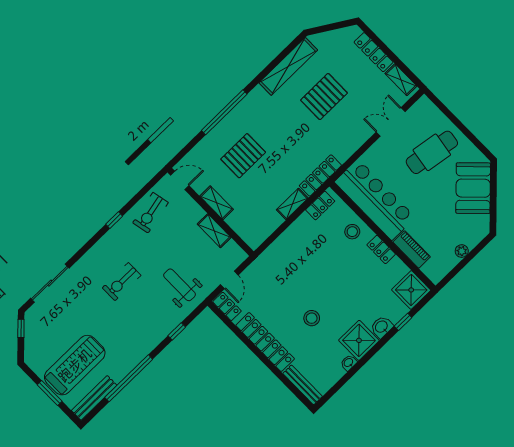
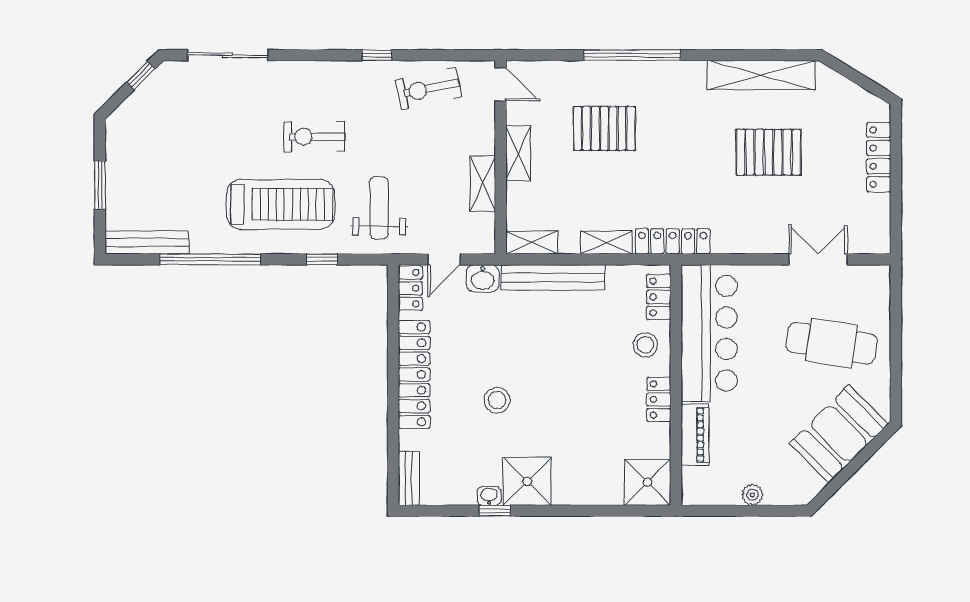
shelving: (401, 80) -> (532, 242), moved, turned 90
locker: (320, 205) -> (659, 297), moved, turned 90
bench: (284, 242) -> (553, 277), added
window: (403, 322) -> (495, 511), moved
washbasin: (382, 327) -> (483, 278), moved, turned 180
treadmill: (75, 365) -> (280, 204), moved
bench: (303, 385) -> (409, 479), width x0.73

